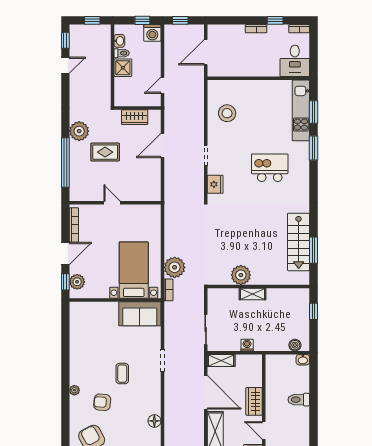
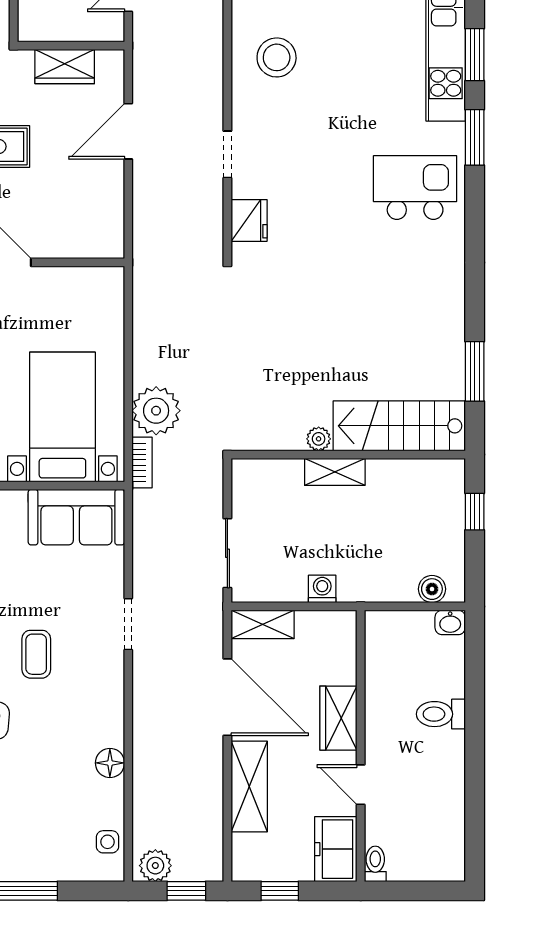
kitchen island: (270, 168) -> (415, 188), moved
stairs: (299, 242) -> (399, 426), moved, turned 90
plant: (241, 275) -> (319, 439), width x0.53, depth x0.53

